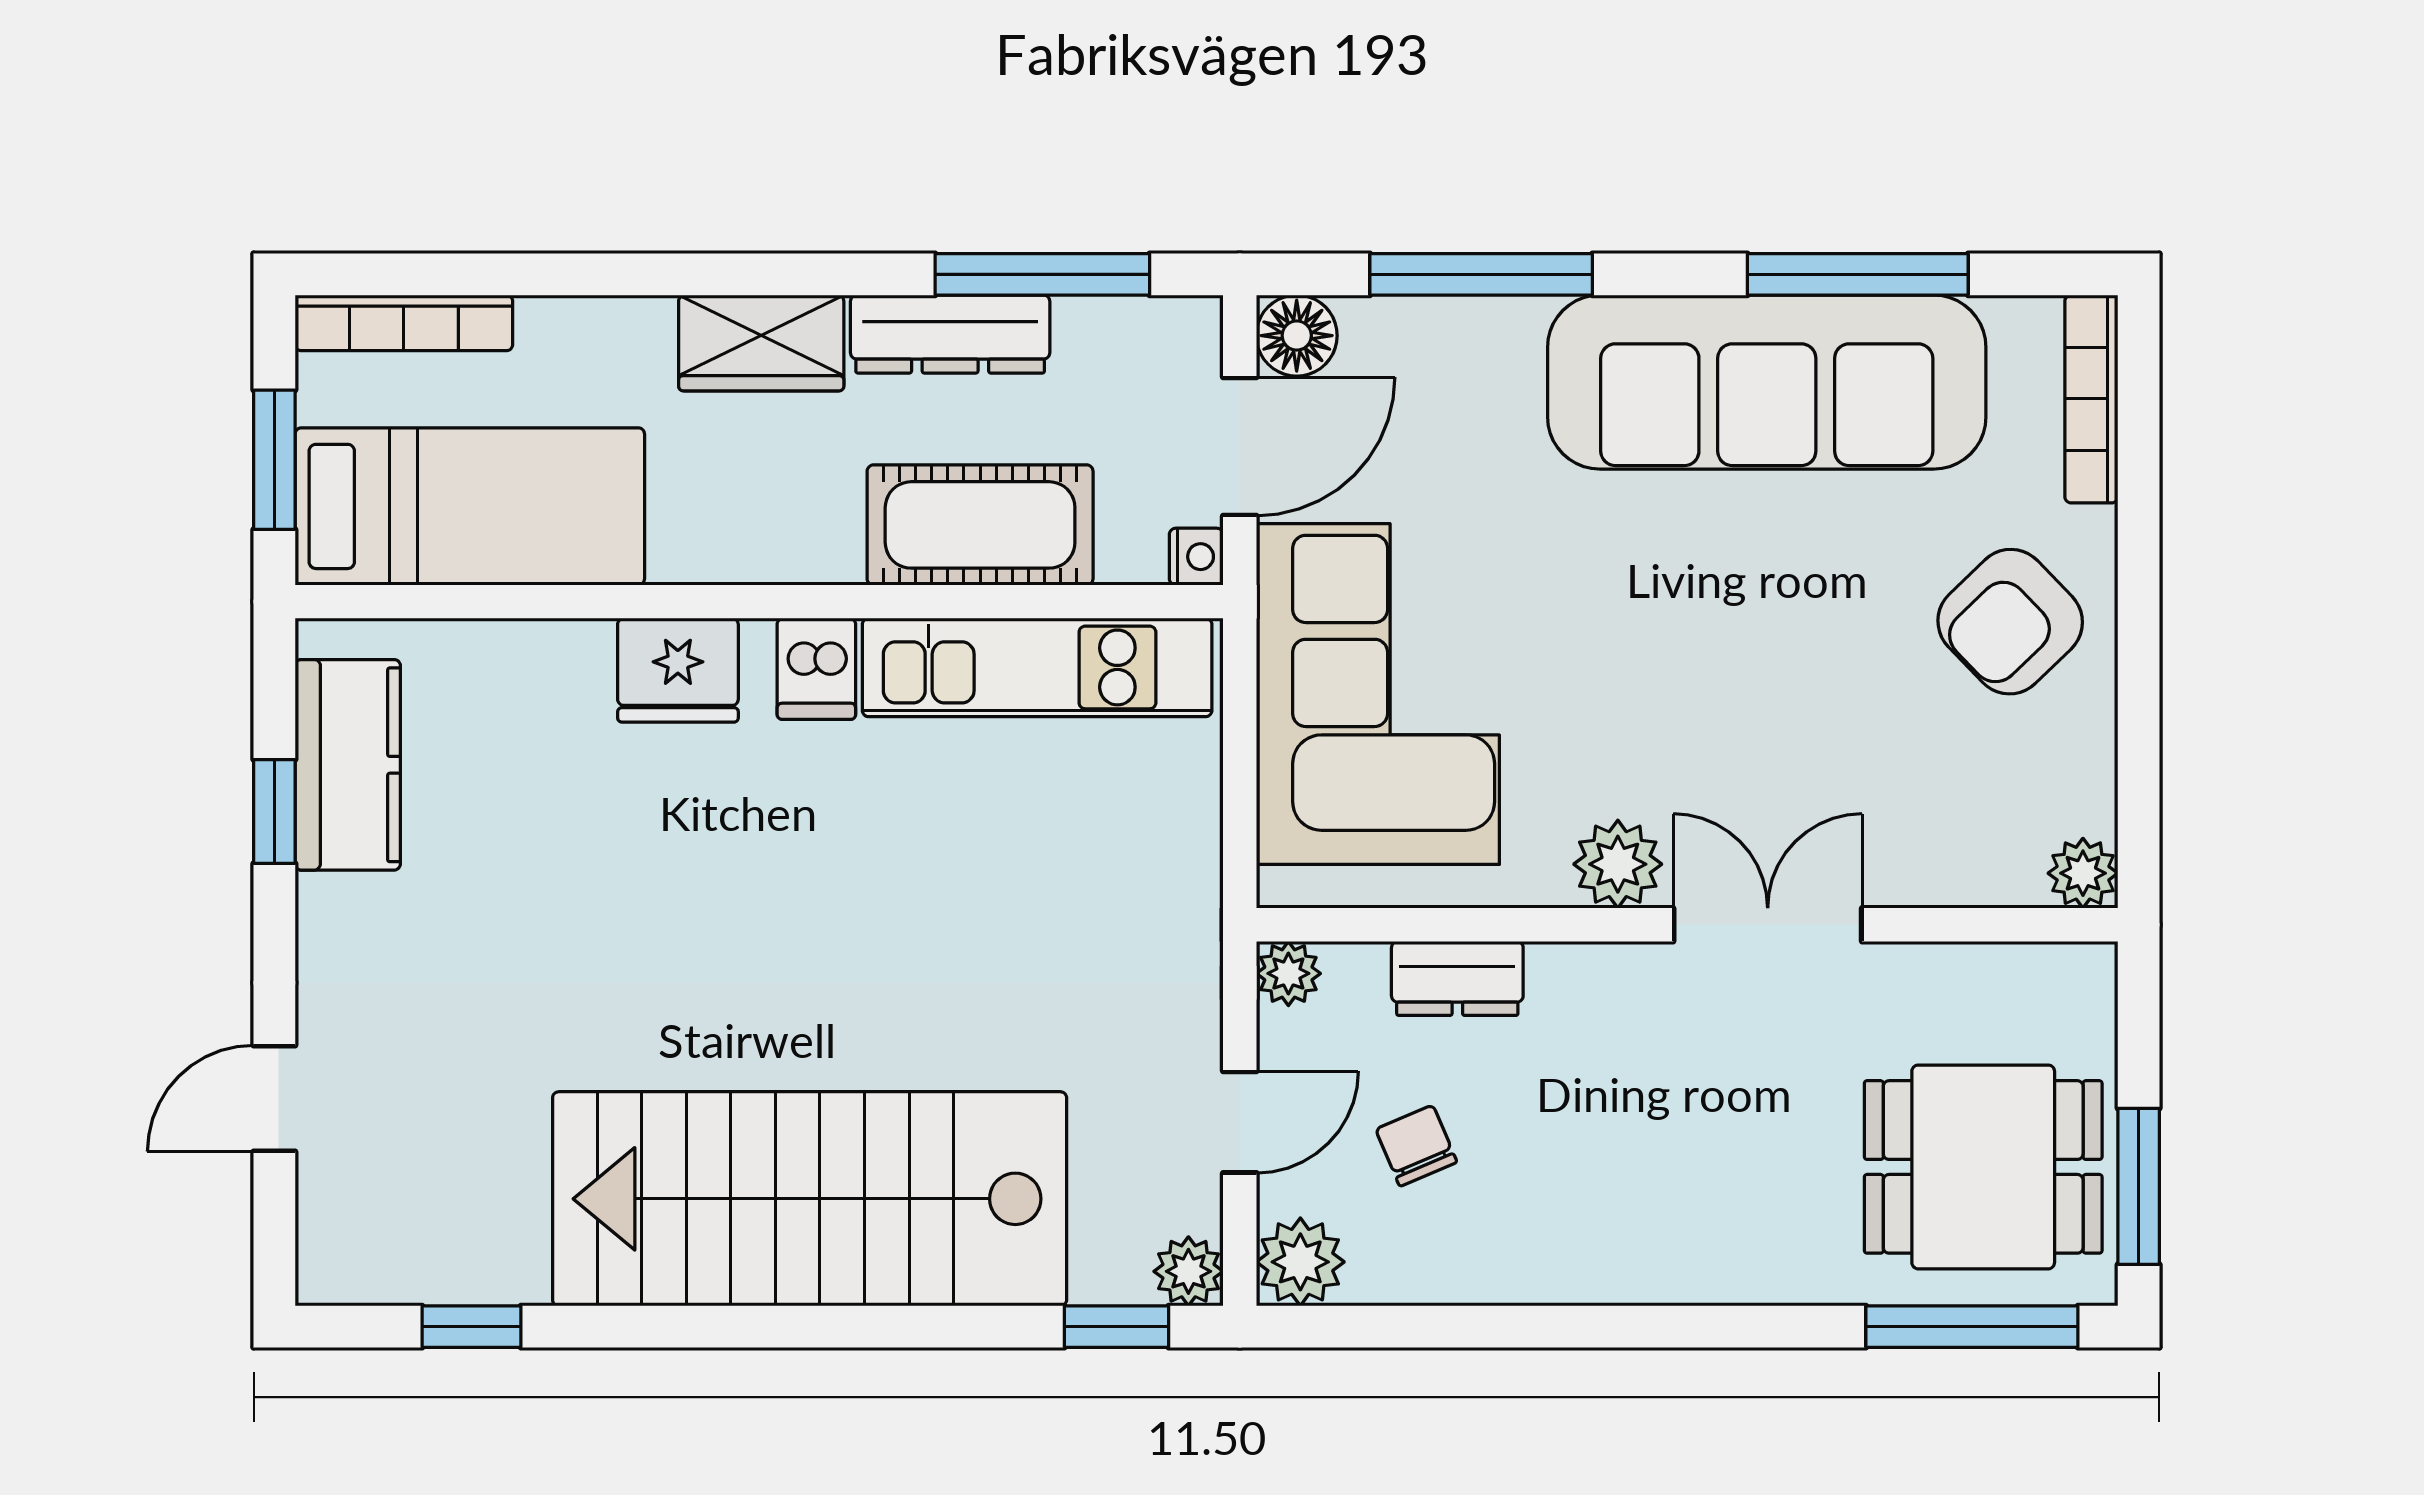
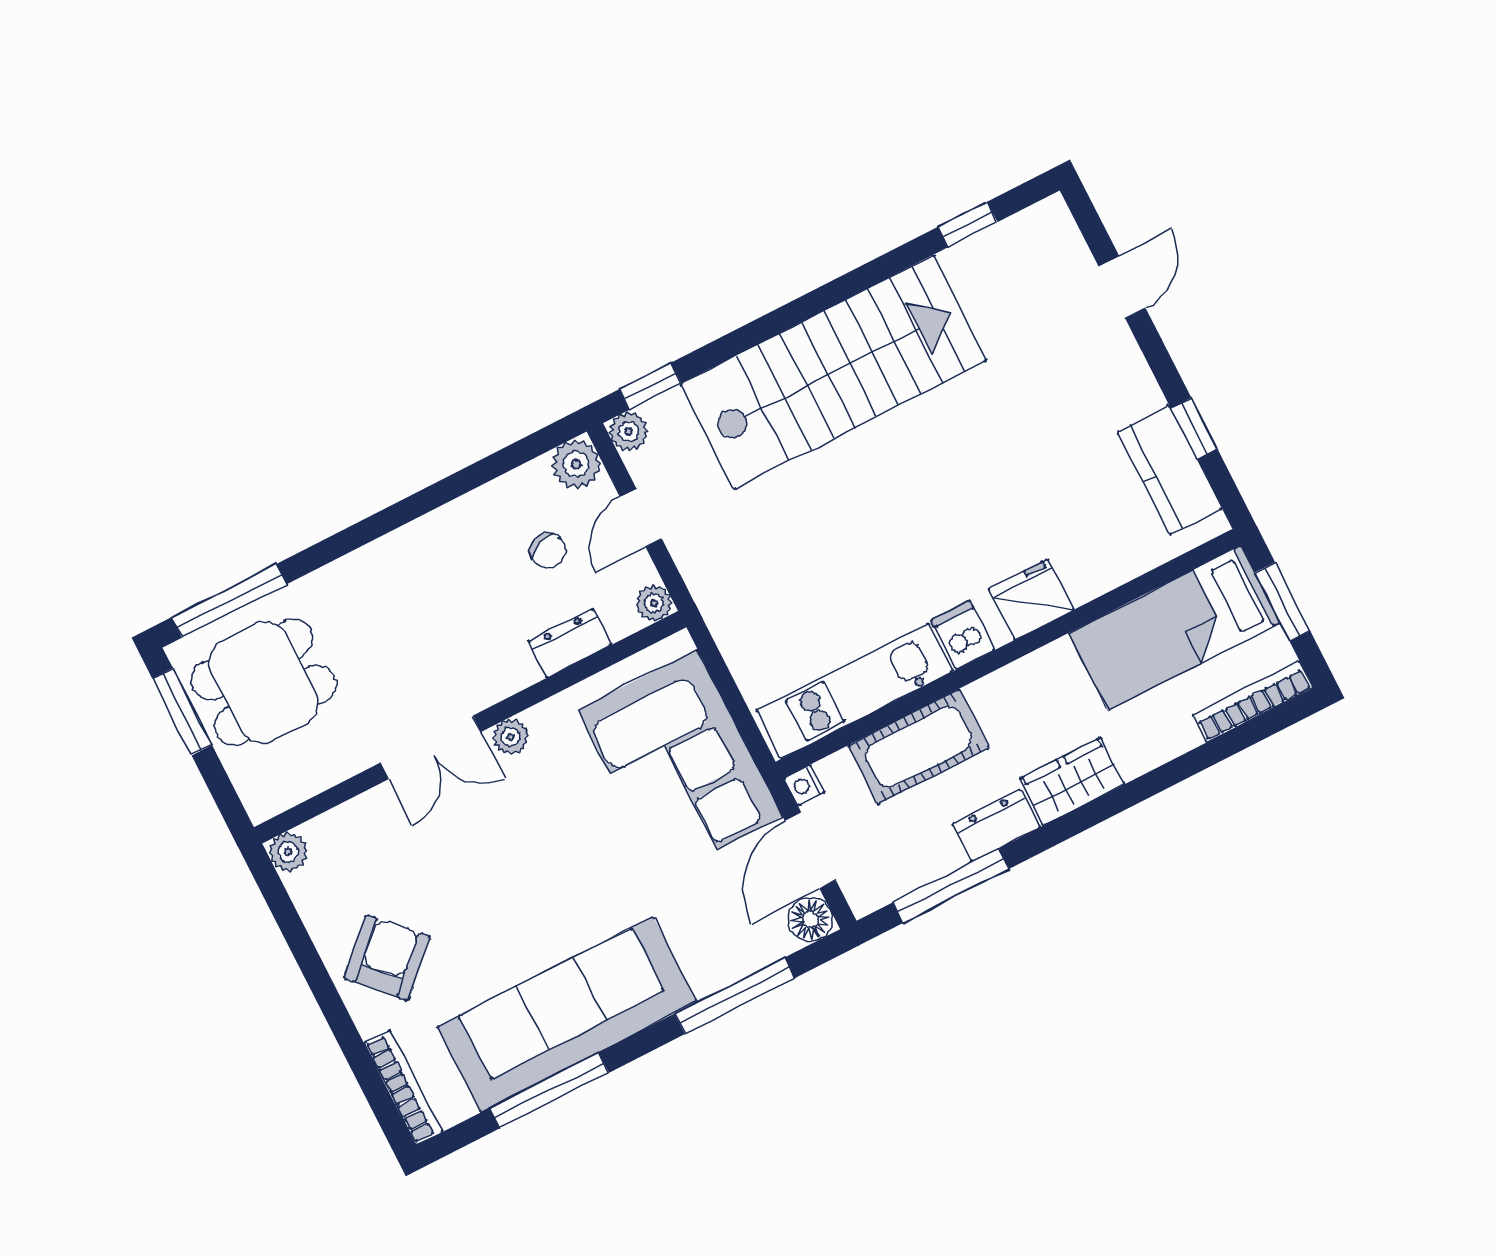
dresser: (950, 334) -> (996, 826), width x0.70
plant: (1618, 864) -> (511, 737), width x0.73, depth x0.73

